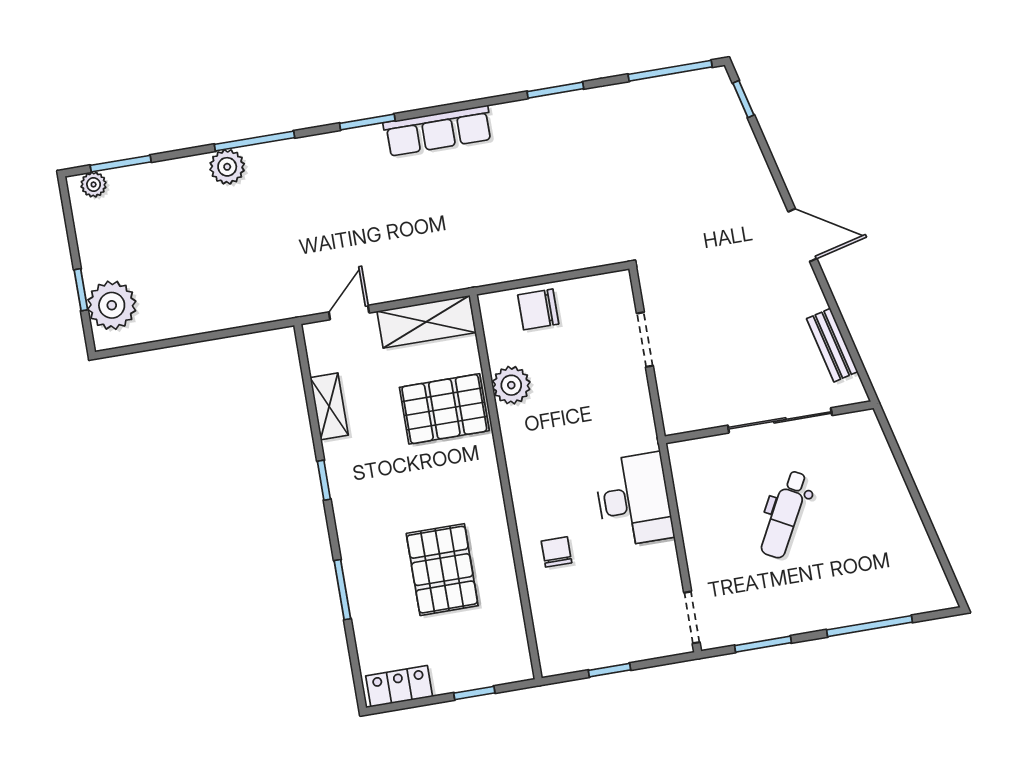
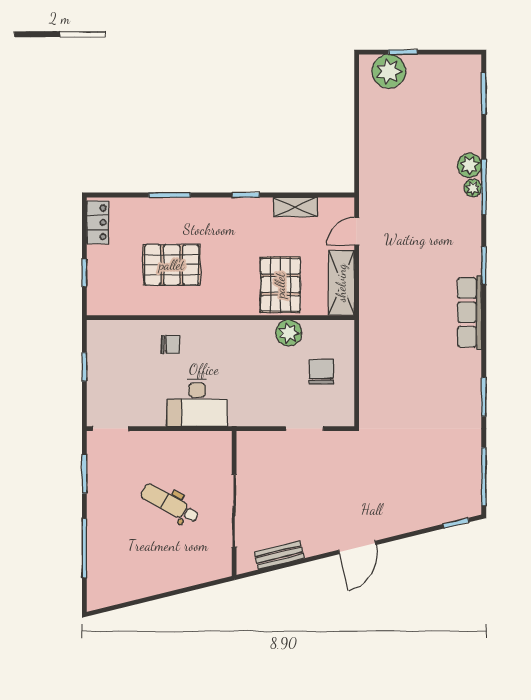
plant: (94, 184) -> (473, 188), moved
chair: (538, 309) -> (321, 372), moved
door: (349, 312) -> (357, 231), swing flipped

